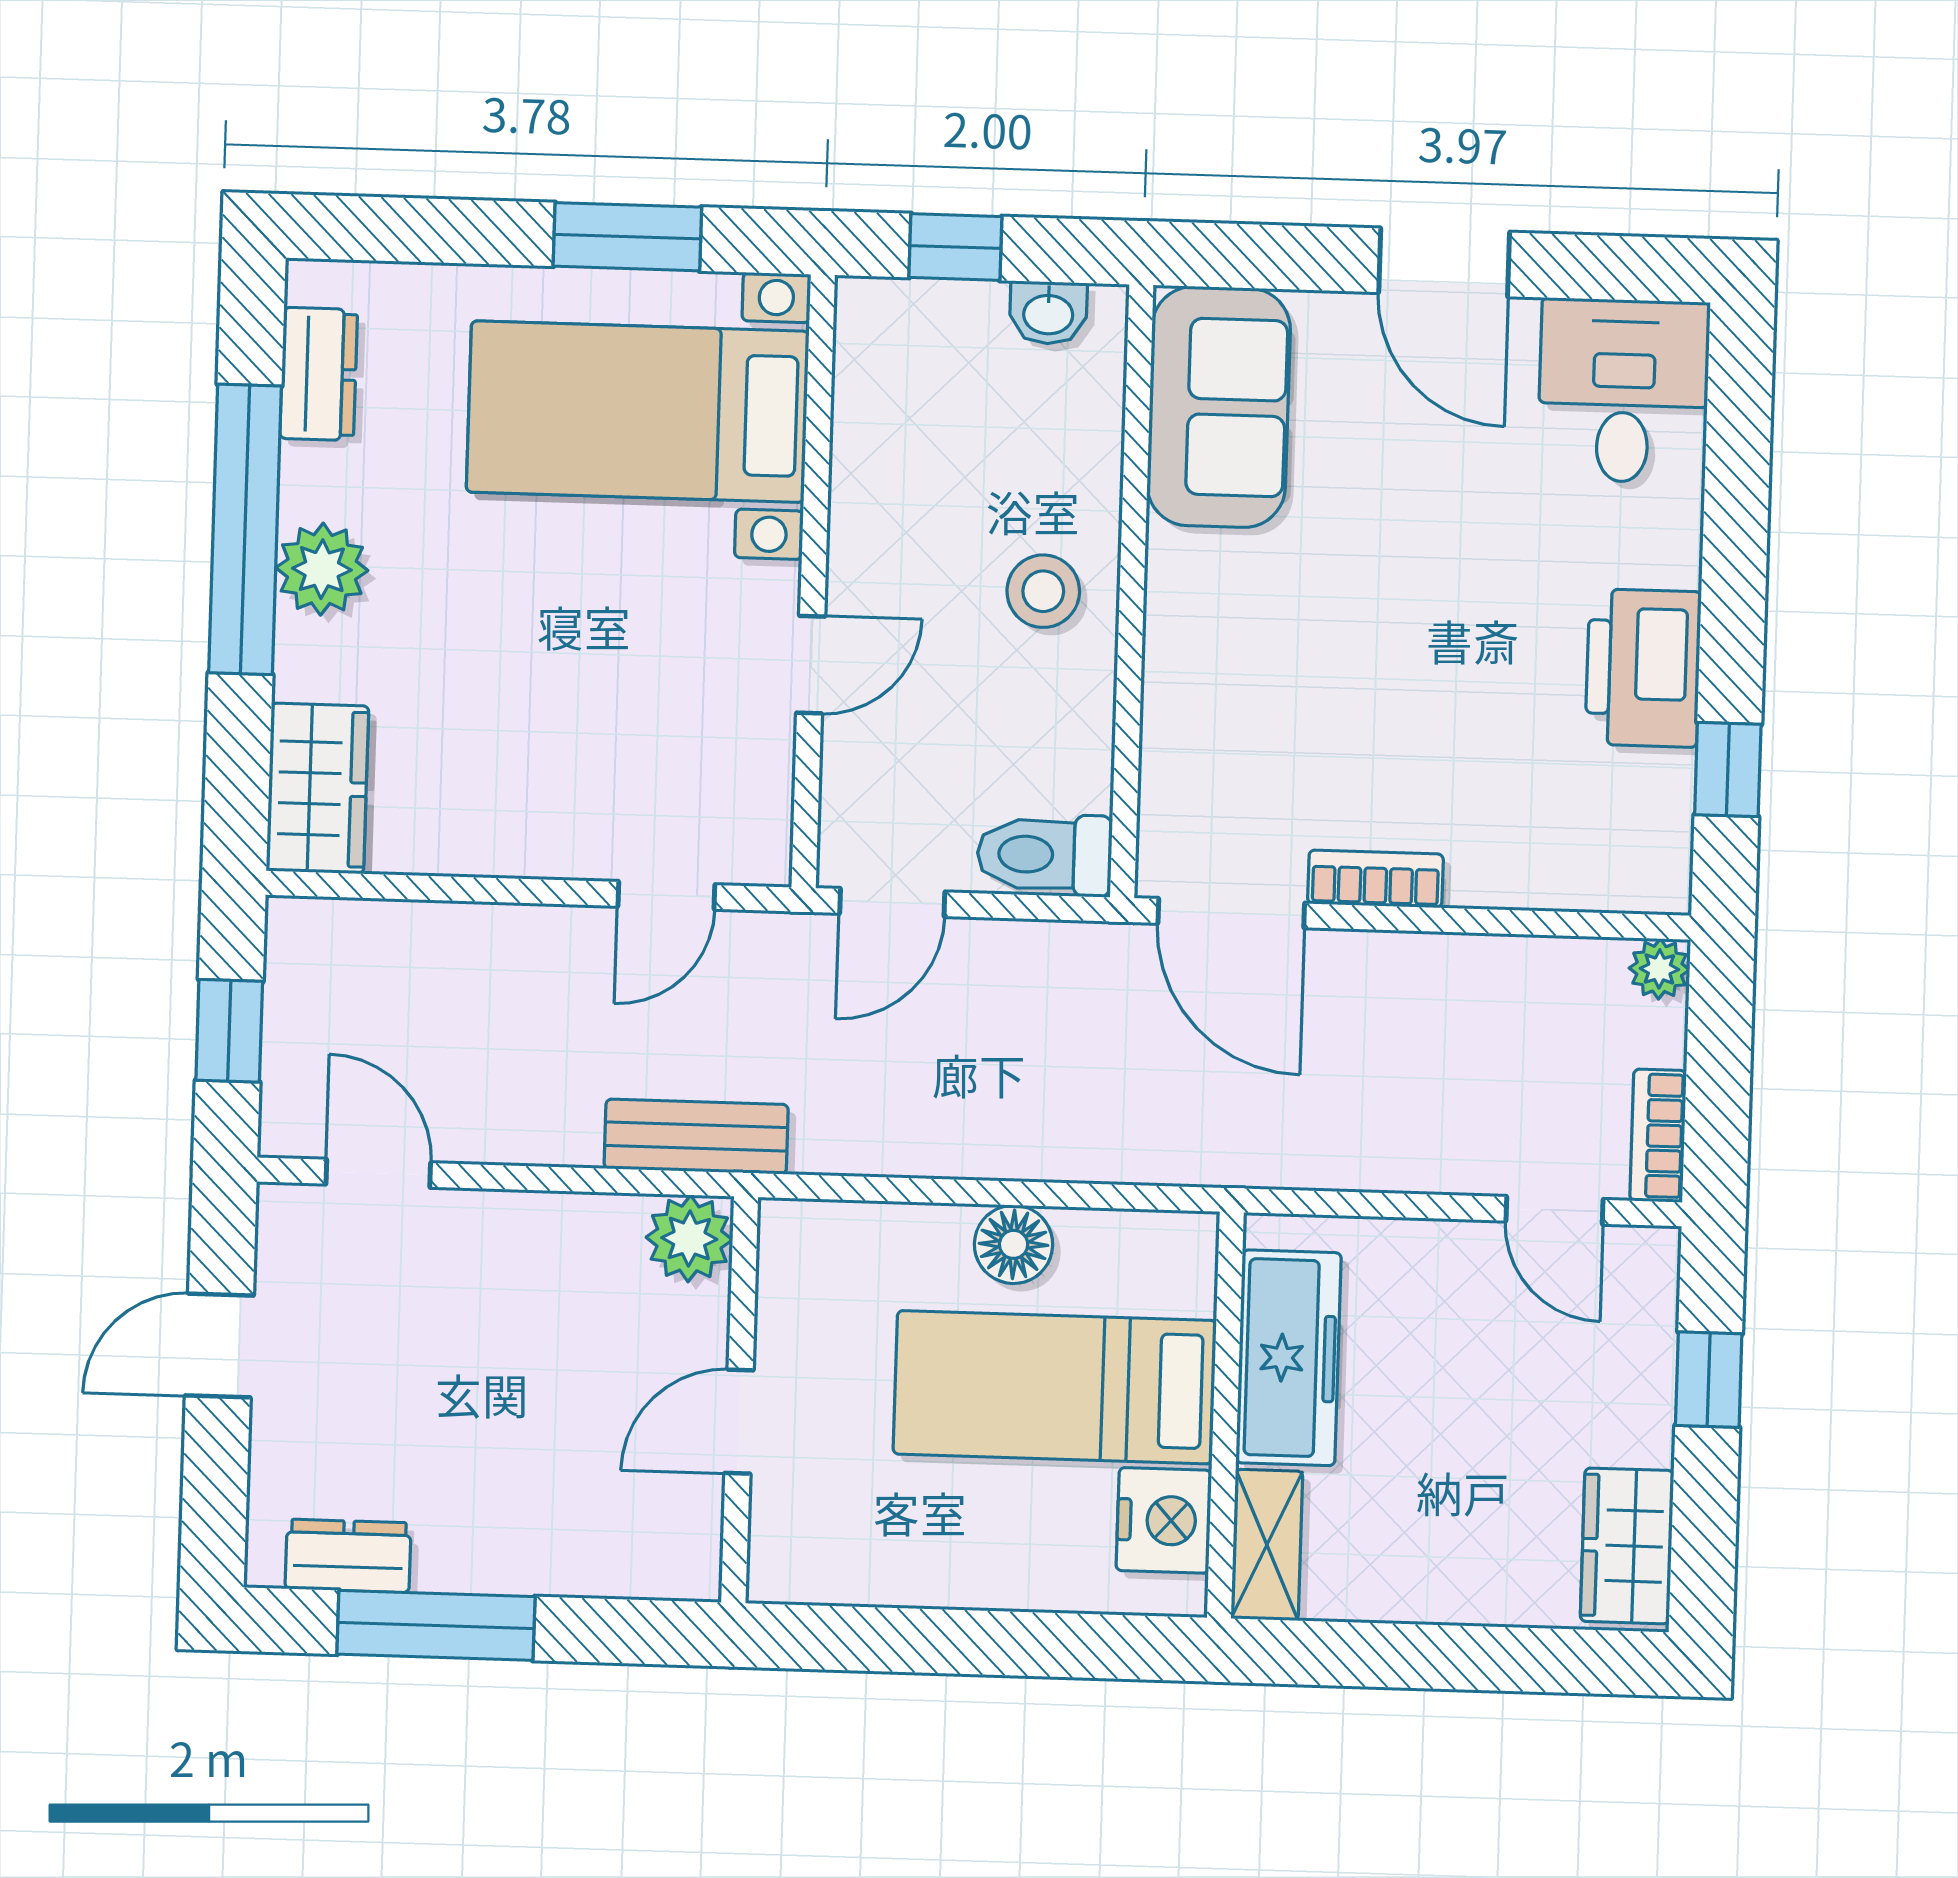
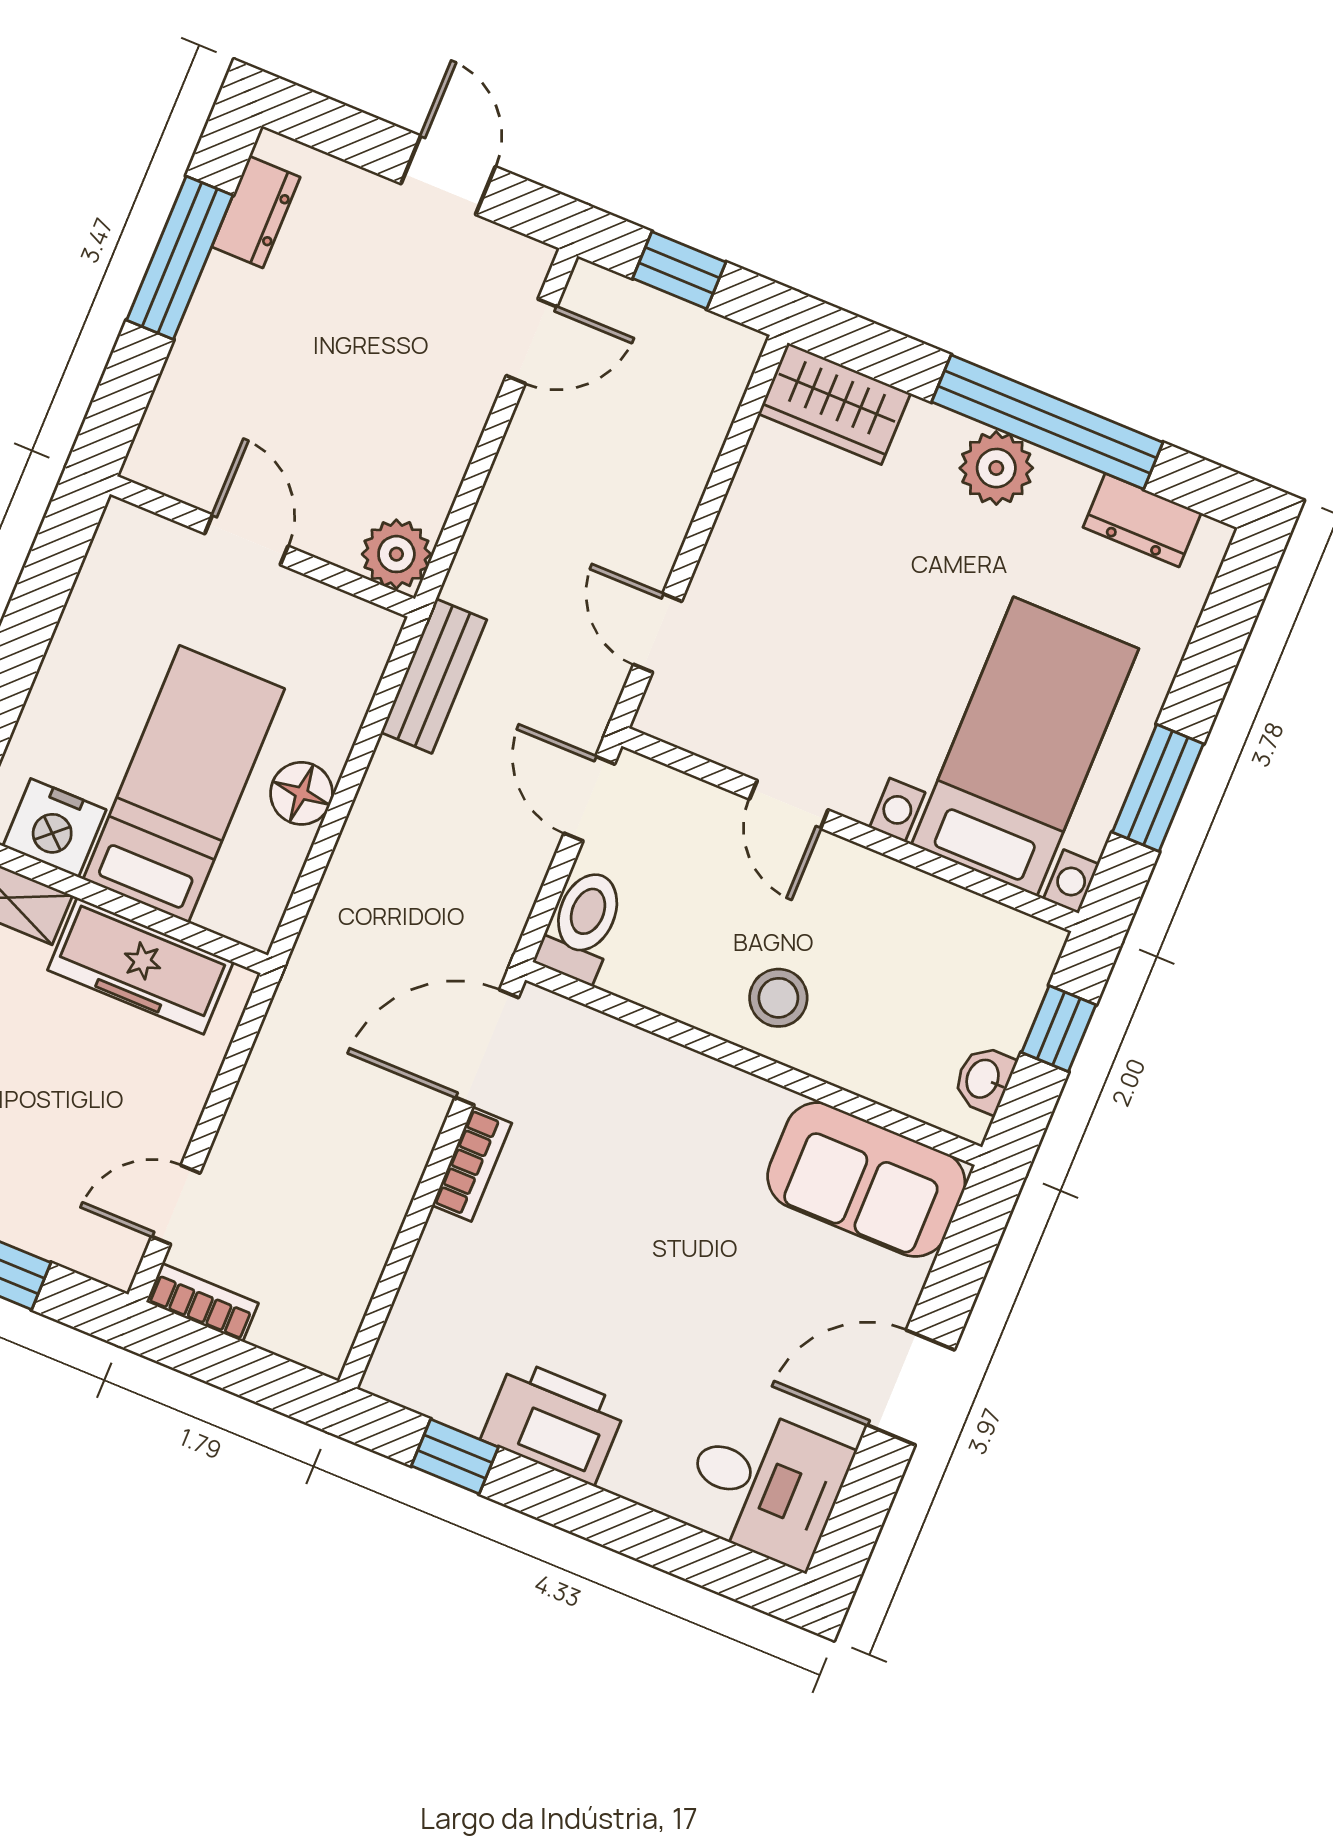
plant: (1659, 969) -> (326, 1350), removed
bench: (696, 1137) -> (434, 676), moved

